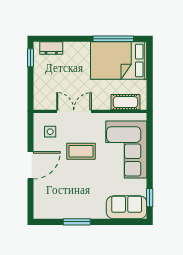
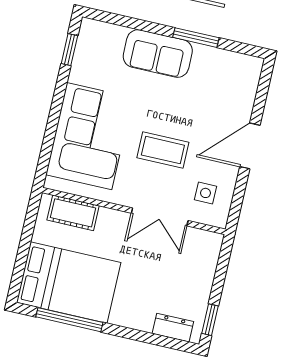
sofa: (127, 207) -> (158, 54), moved

